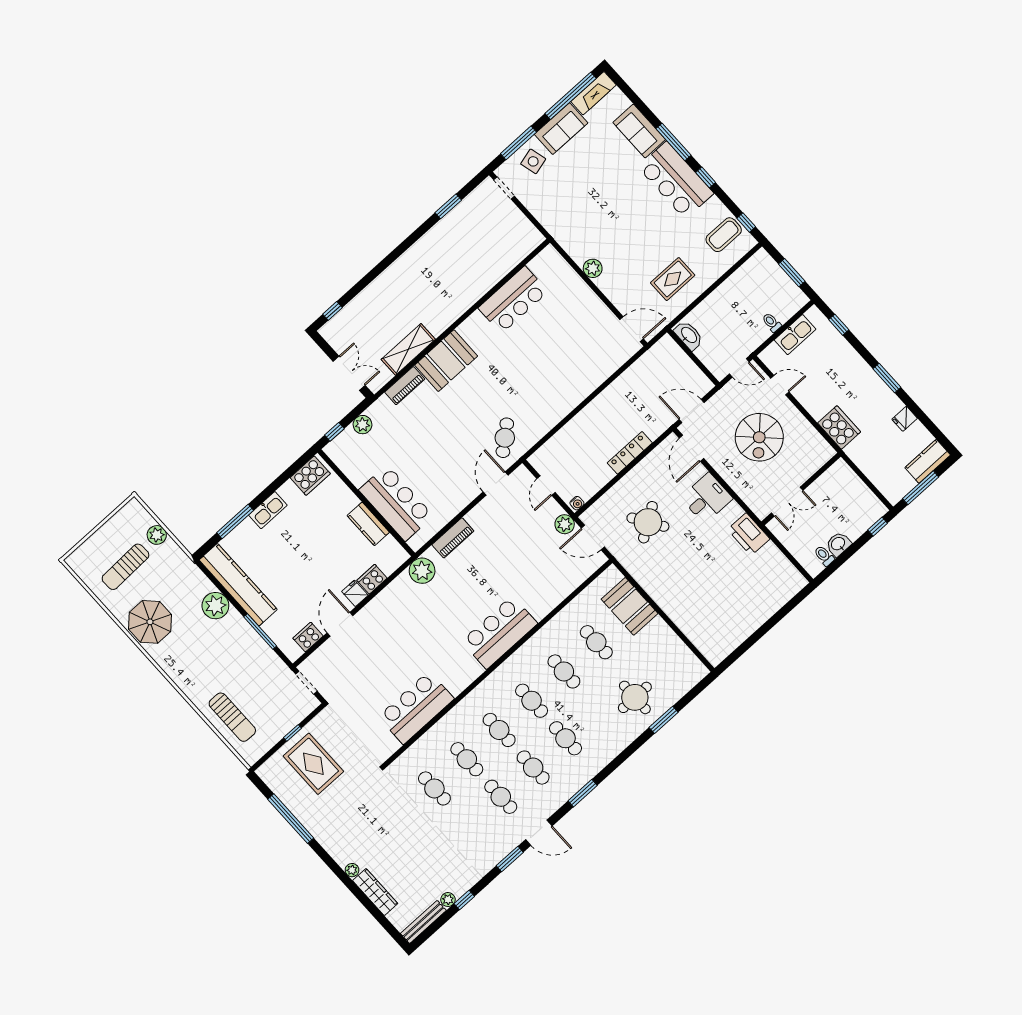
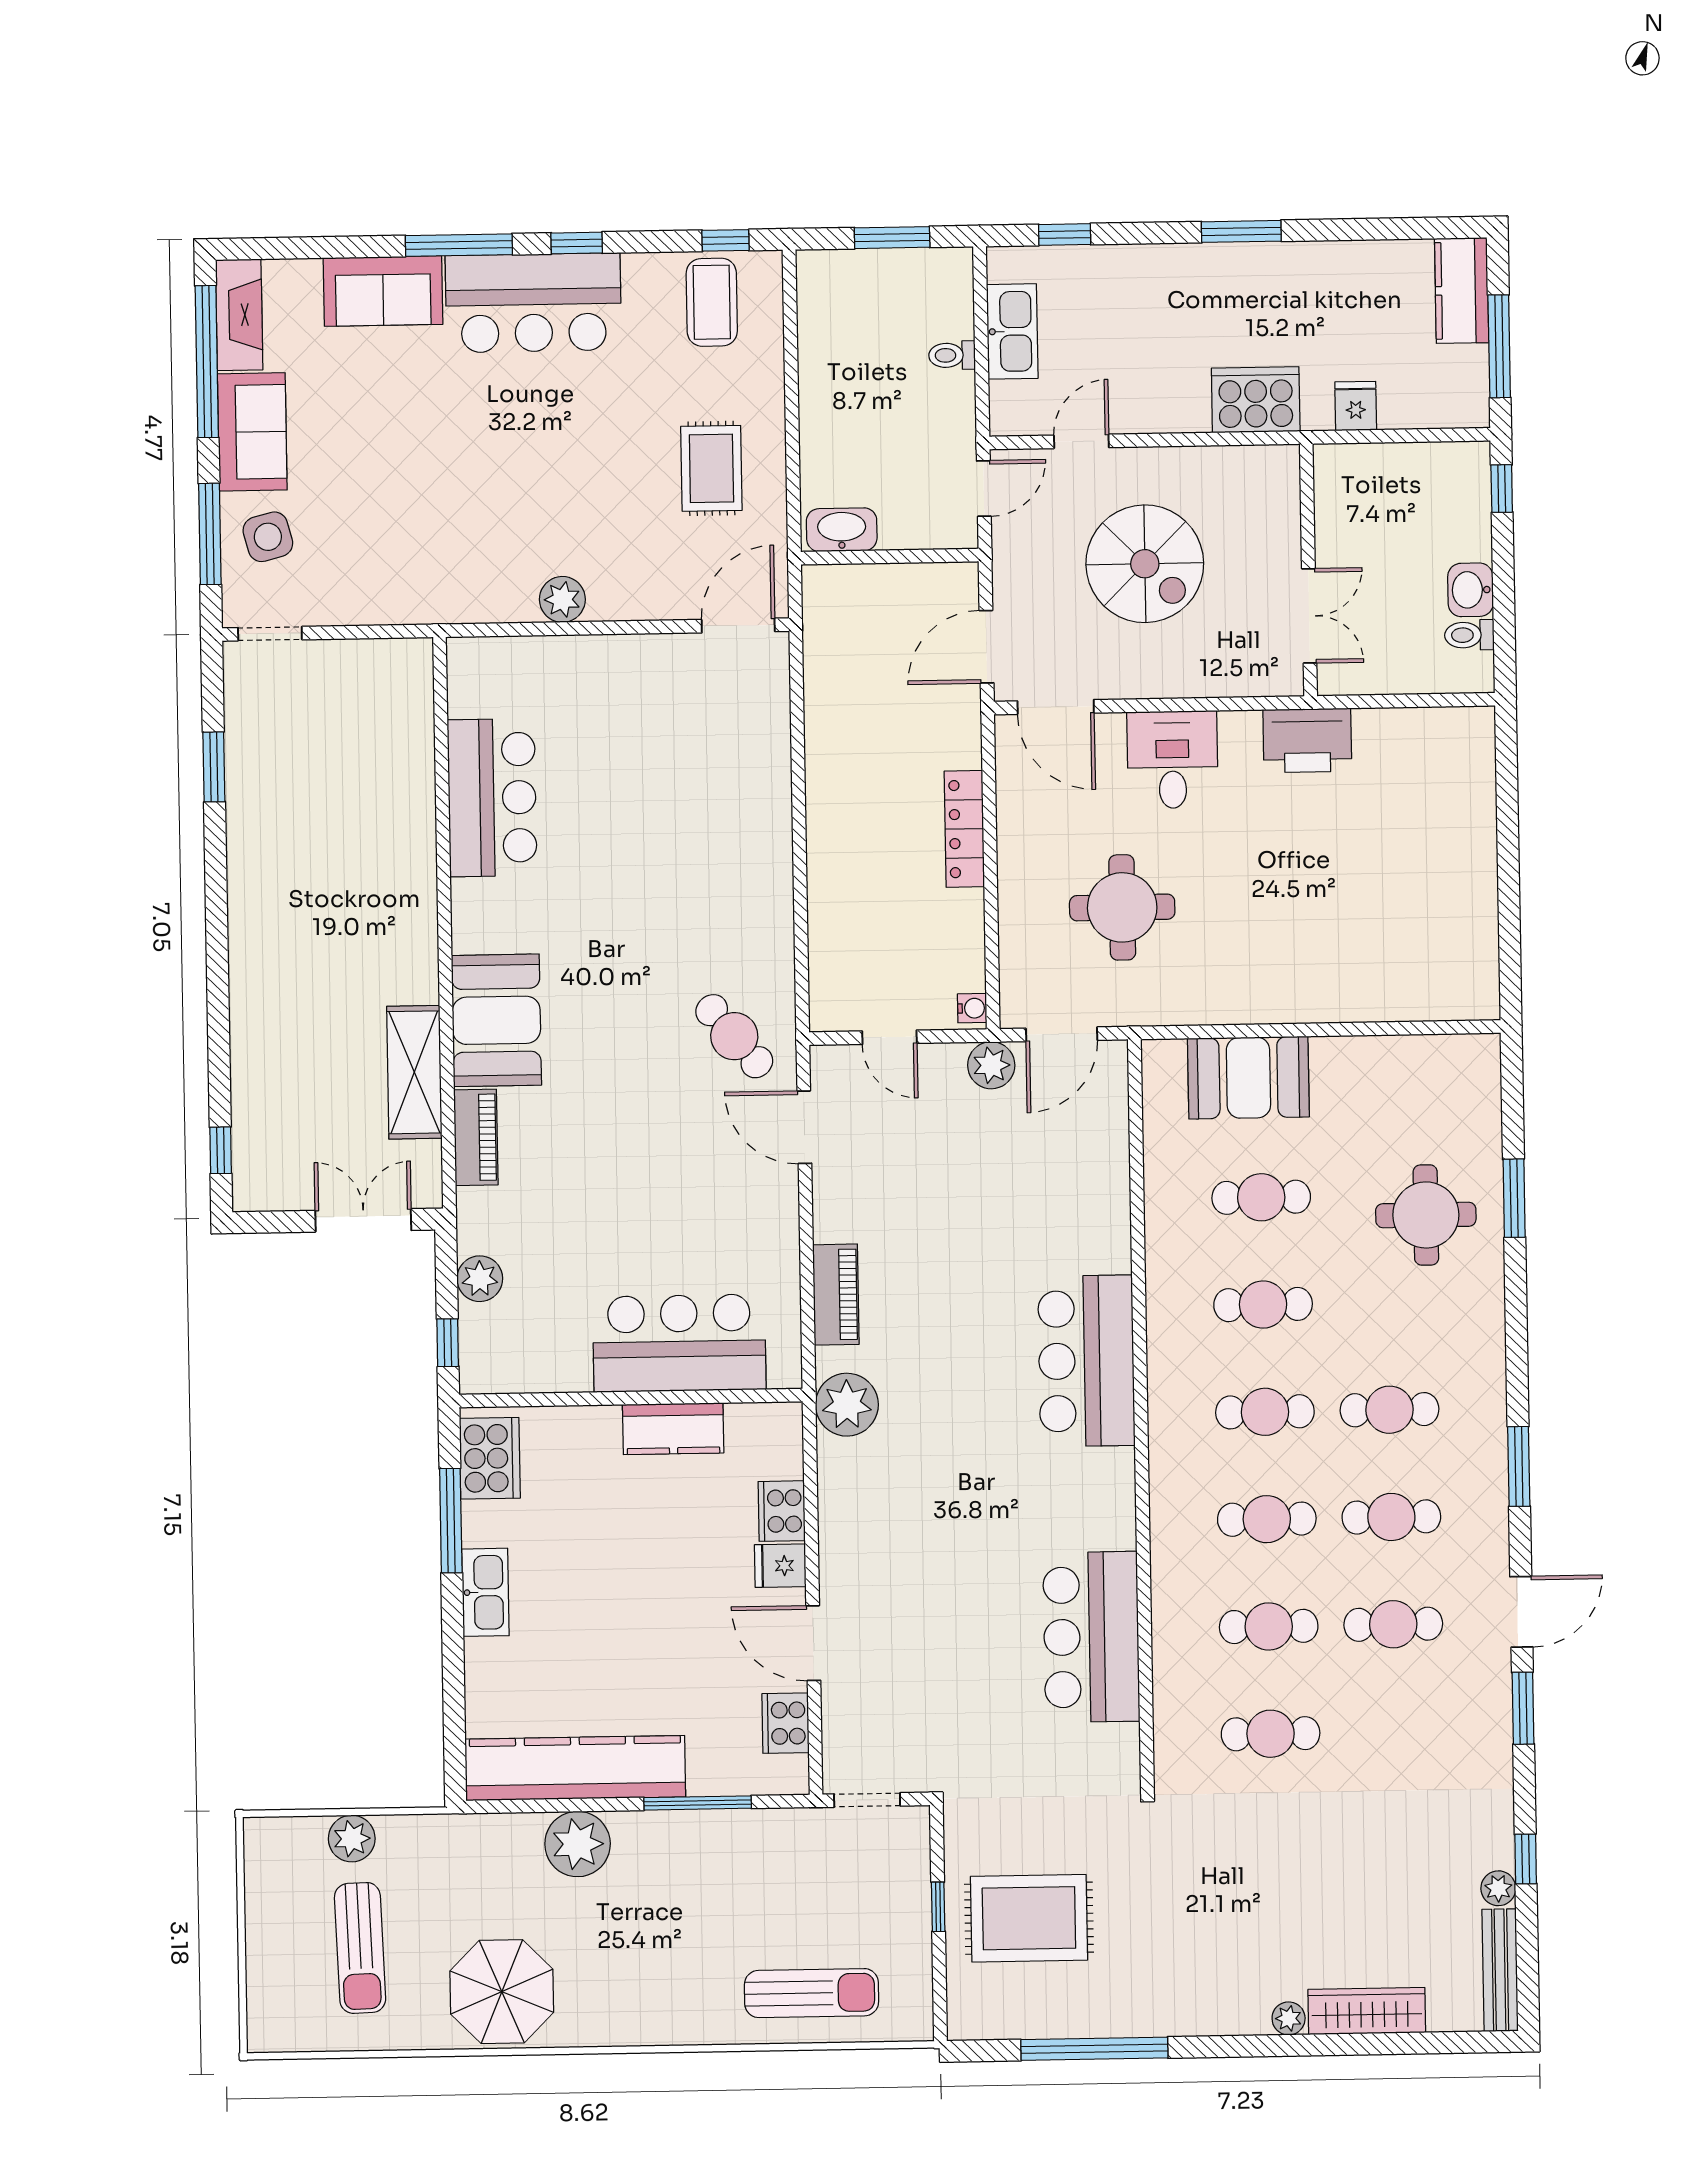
fridge: (905, 419) -> (1356, 406), moved, turned 180
window: (235, 521) -> (451, 1521), moved
round table: (648, 522) -> (1122, 907), turned 33

